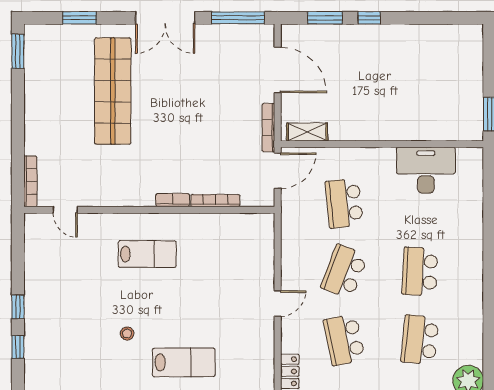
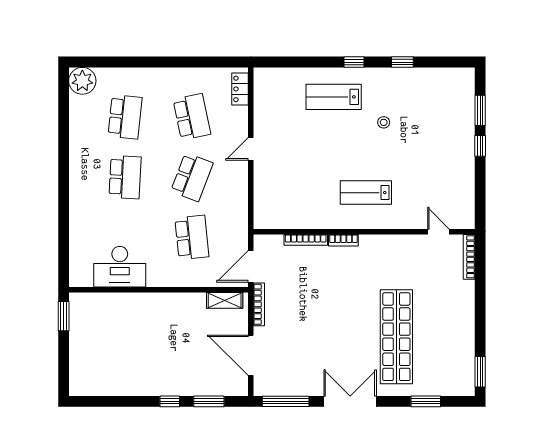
window: (18, 347) -> (480, 110), width x1.50

